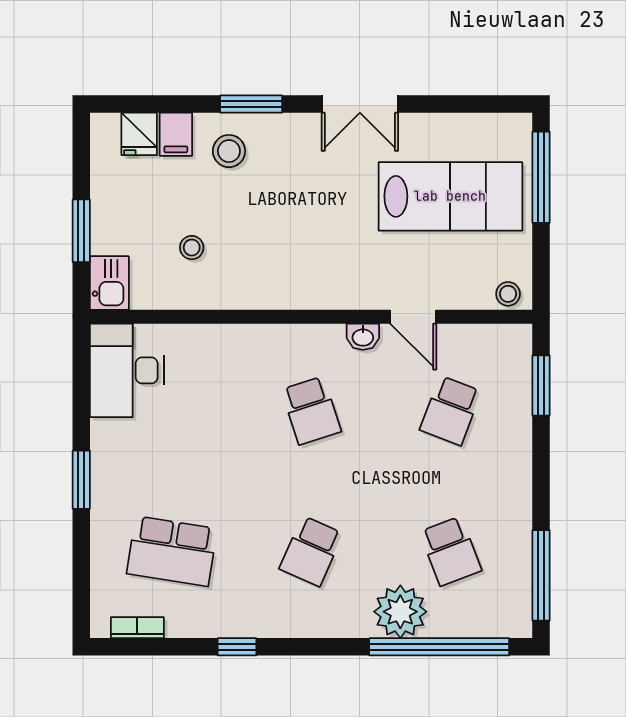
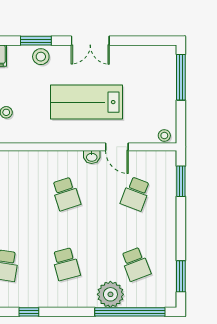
stool: (229, 151) -> (41, 57), moved
lab bench: (450, 196) -> (87, 102), moved, turned 180
school desk: (311, 551) -> (66, 264), turned -39
window: (541, 575) -> (181, 276), width x0.69

